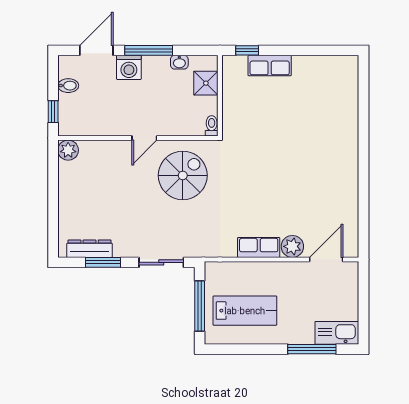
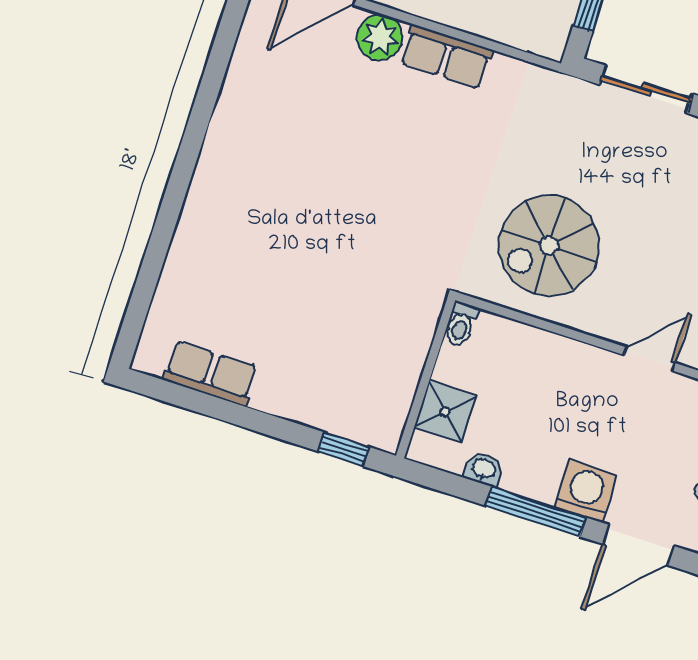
row of seats: (270, 65) -> (211, 373), moved
door: (144, 138) -> (650, 359), moved

